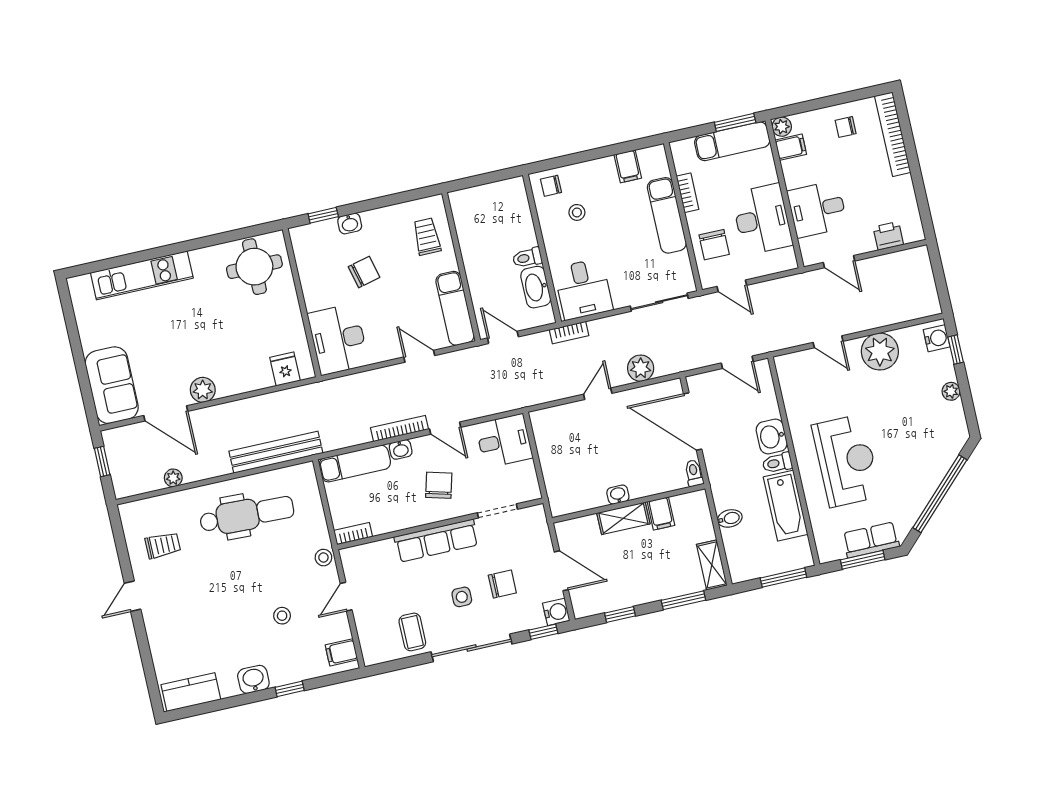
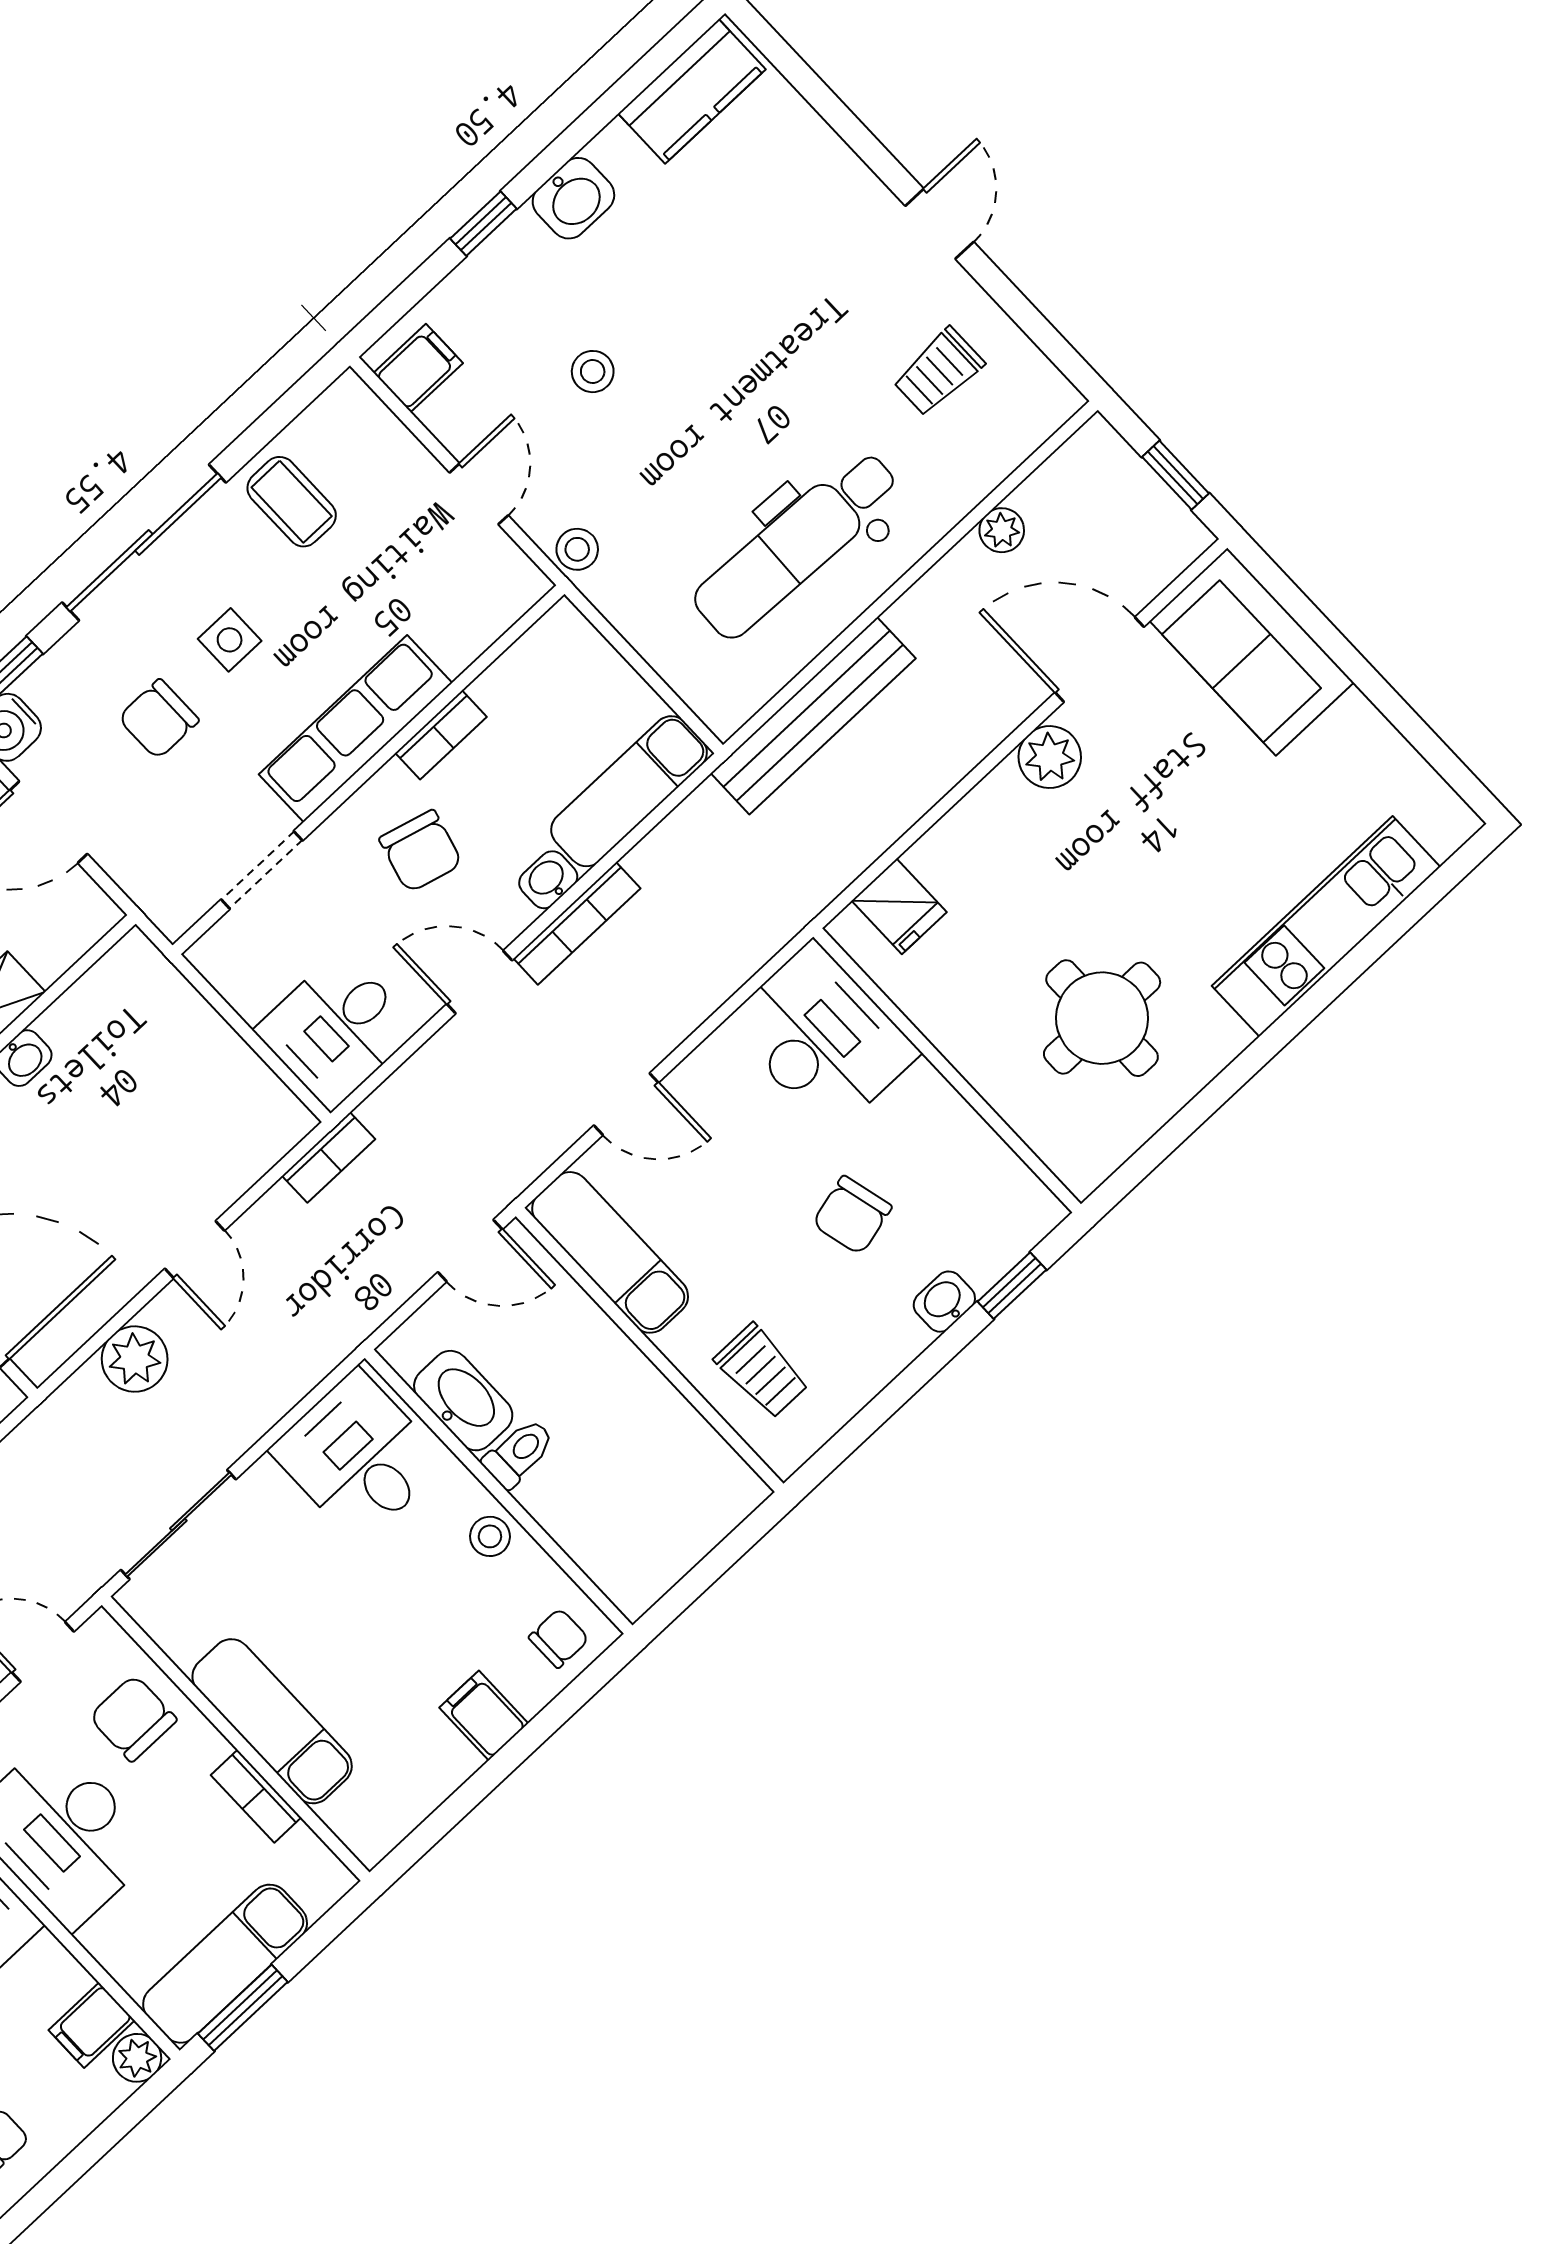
filing cabinet: (628, 166) -> (484, 1716), moved
stool: (577, 212) -> (490, 1536), moved
round table: (254, 267) -> (1102, 1018), moved
bookcase: (569, 333) -> (329, 1157), moved, turned 180
bookcase: (353, 534) -> (441, 735), moved

